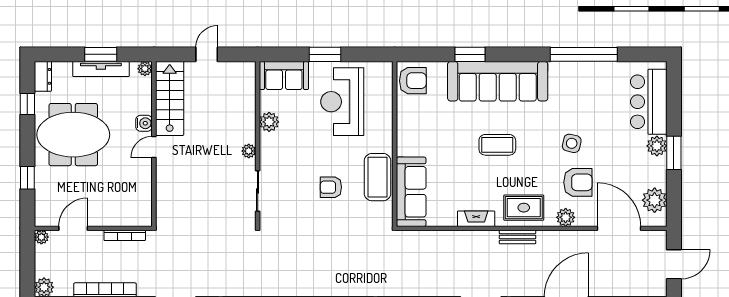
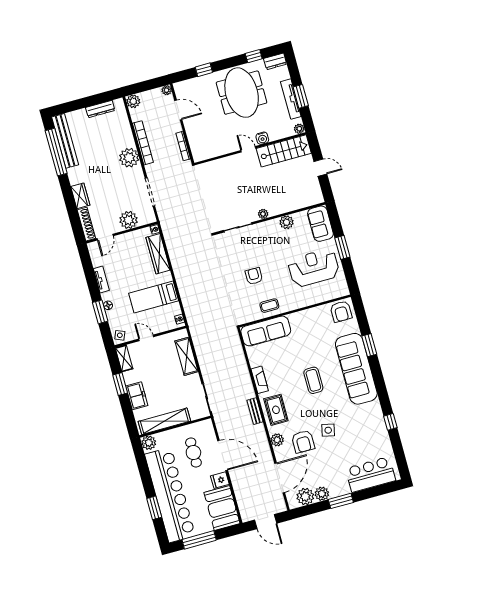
window: (584, 54) -> (390, 422), width x0.32
plant: (657, 146) -> (322, 494), moved
coffee table: (378, 177) -> (269, 306), width x0.54, depth x0.58

